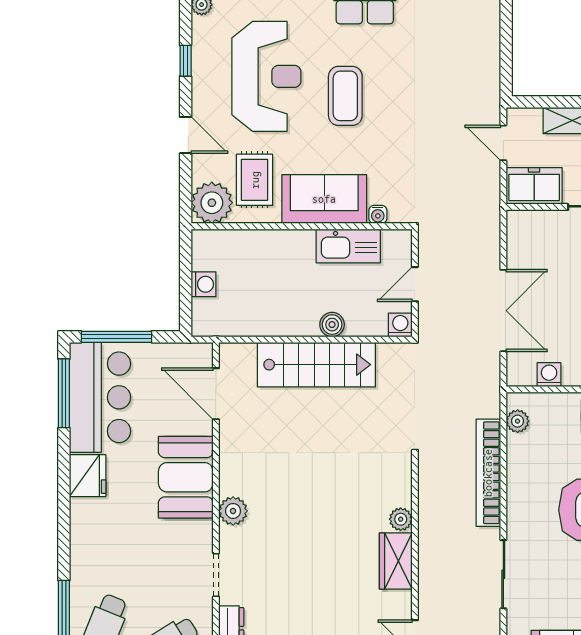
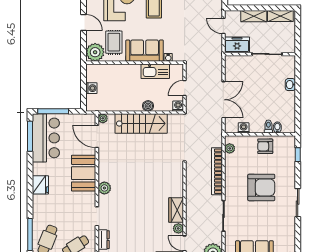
plant: (229, 353) -> (103, 118), added
fridge: (88, 476) -> (40, 185), moved
plant: (401, 519) -> (178, 228), moved

